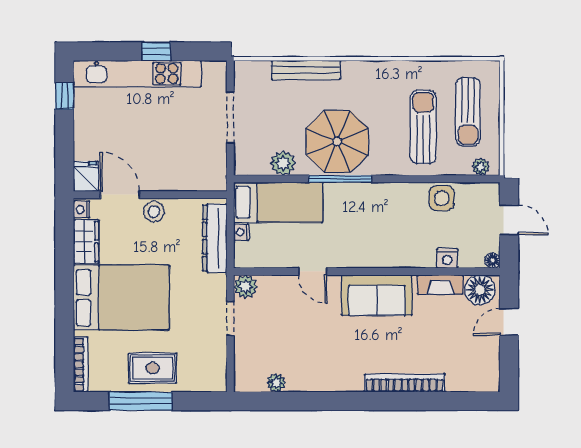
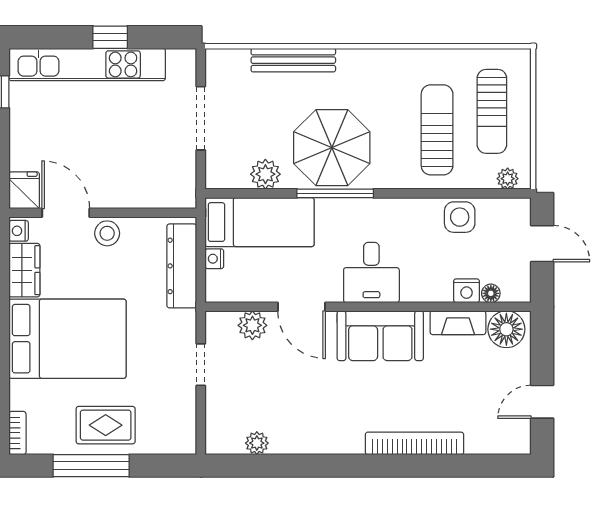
desk: (370, 243) -> (371, 272), added
floor lamp: (492, 260) -> (491, 293), moved
door: (313, 271) -> (302, 307), width x1.38
plant: (246, 287) -> (252, 325), moved
door: (509, 322) -> (542, 402), moved
bookcase: (81, 365) -> (17, 433), width x0.64

